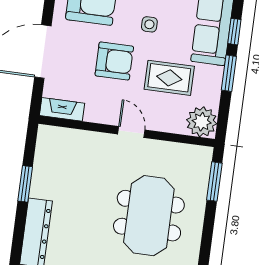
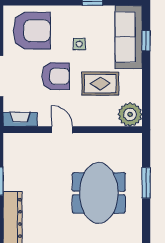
window: (229, 73) -> (146, 74), removed
door: (131, 132) -> (62, 130), moved
window: (214, 182) -> (146, 183), moved

